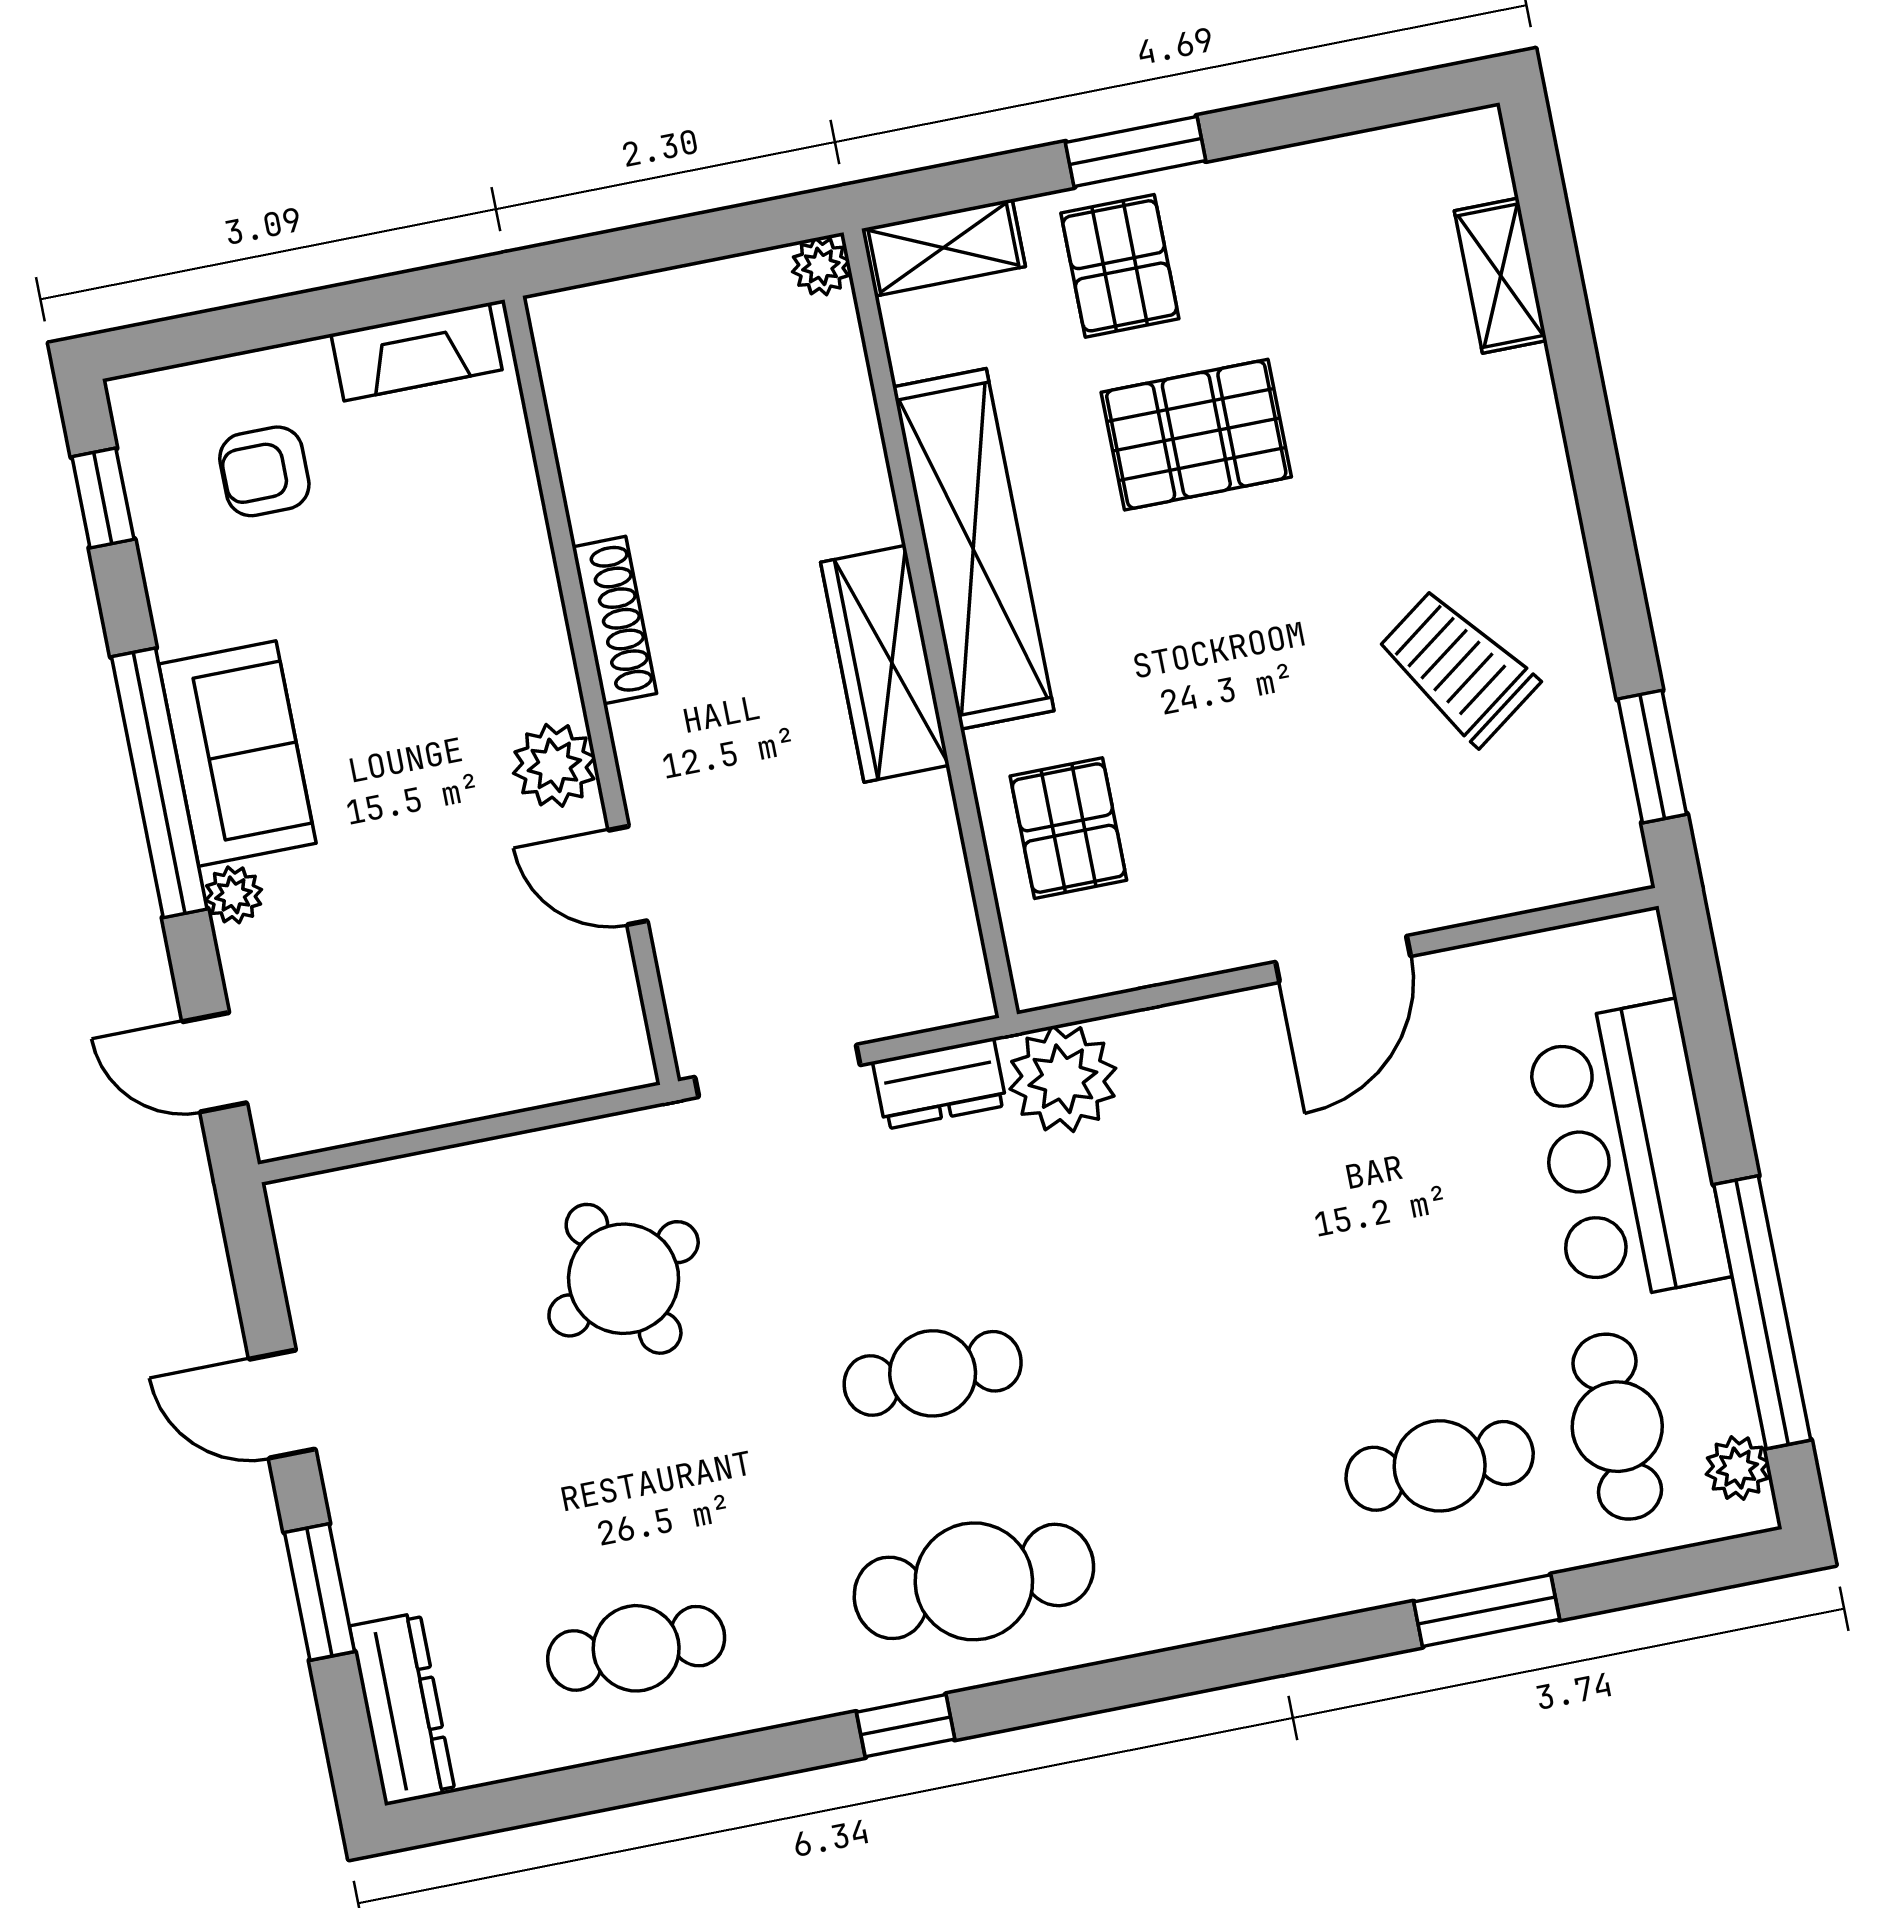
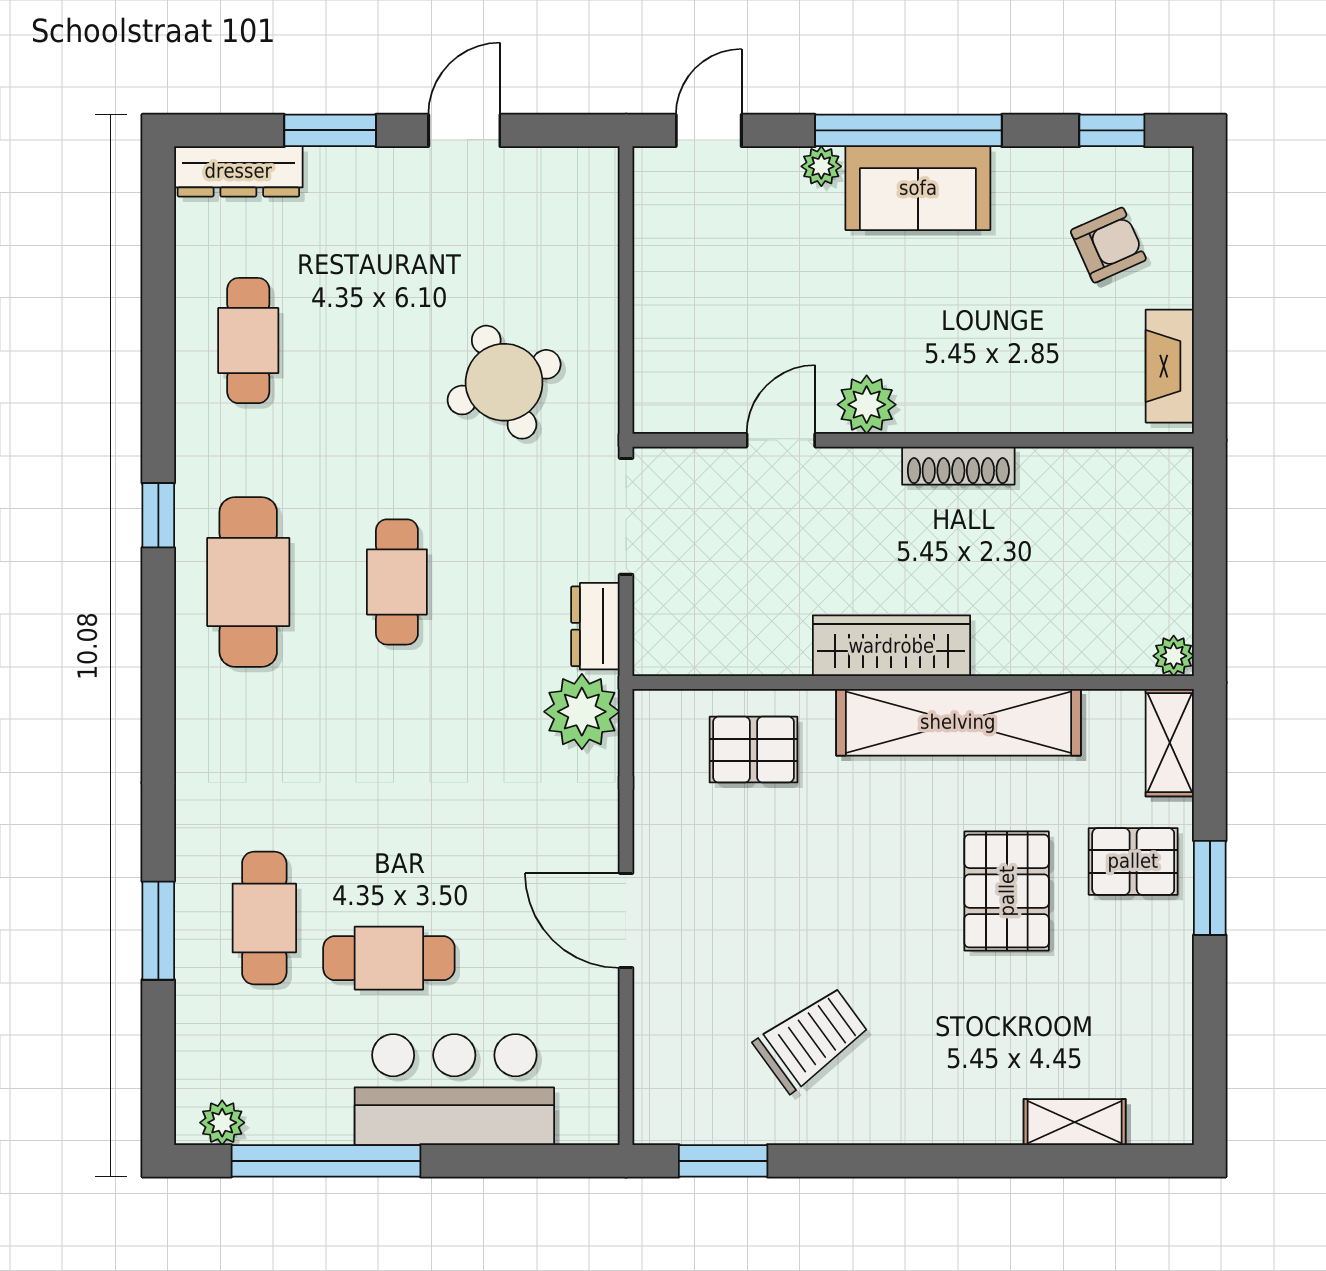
armchair: (264, 471) -> (1108, 245), turned 66
cafe table: (1617, 1427) -> (389, 958), moved

